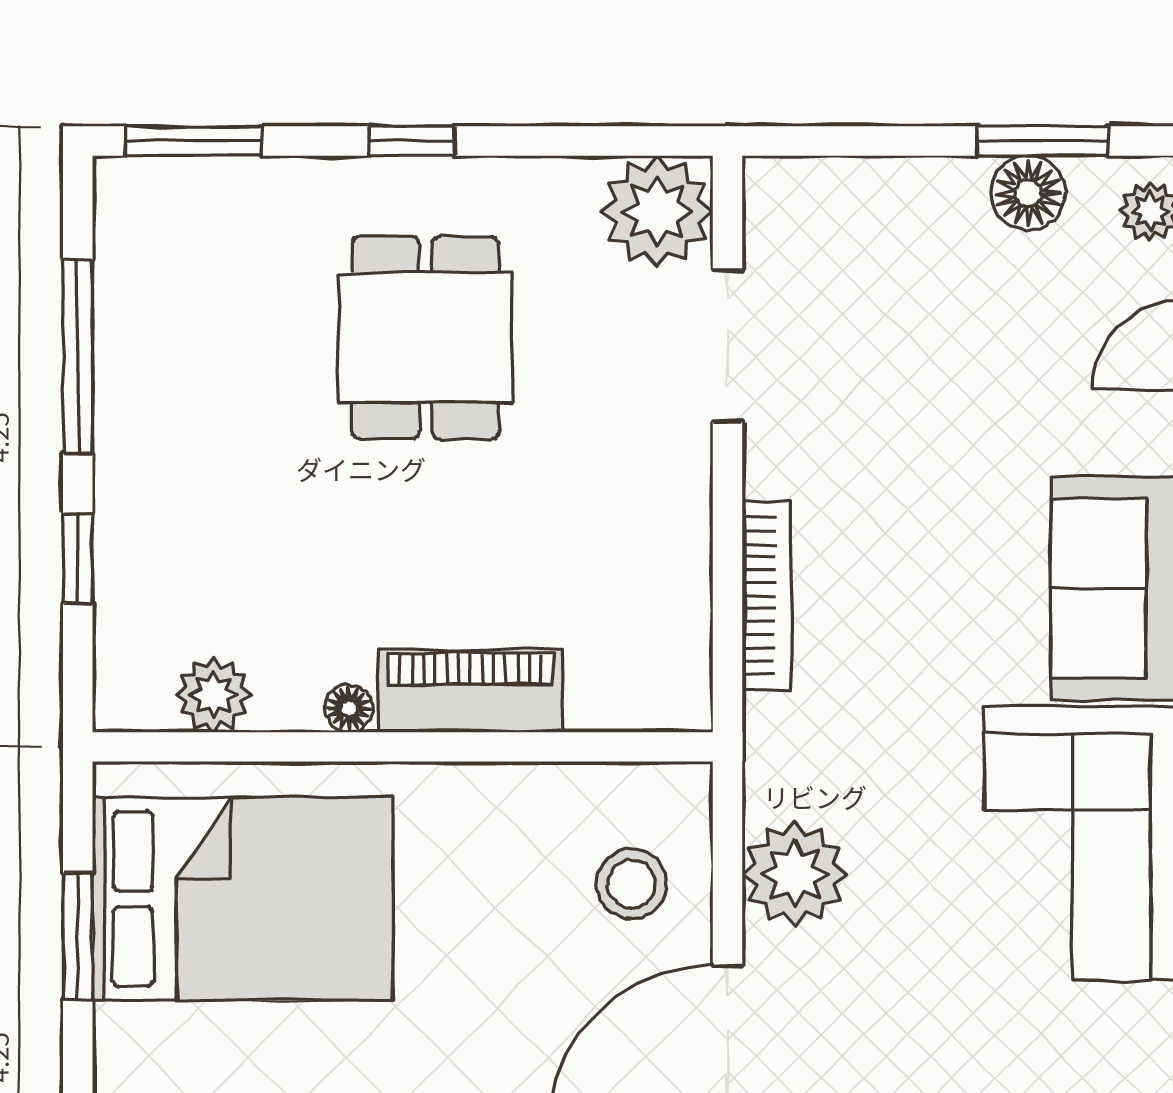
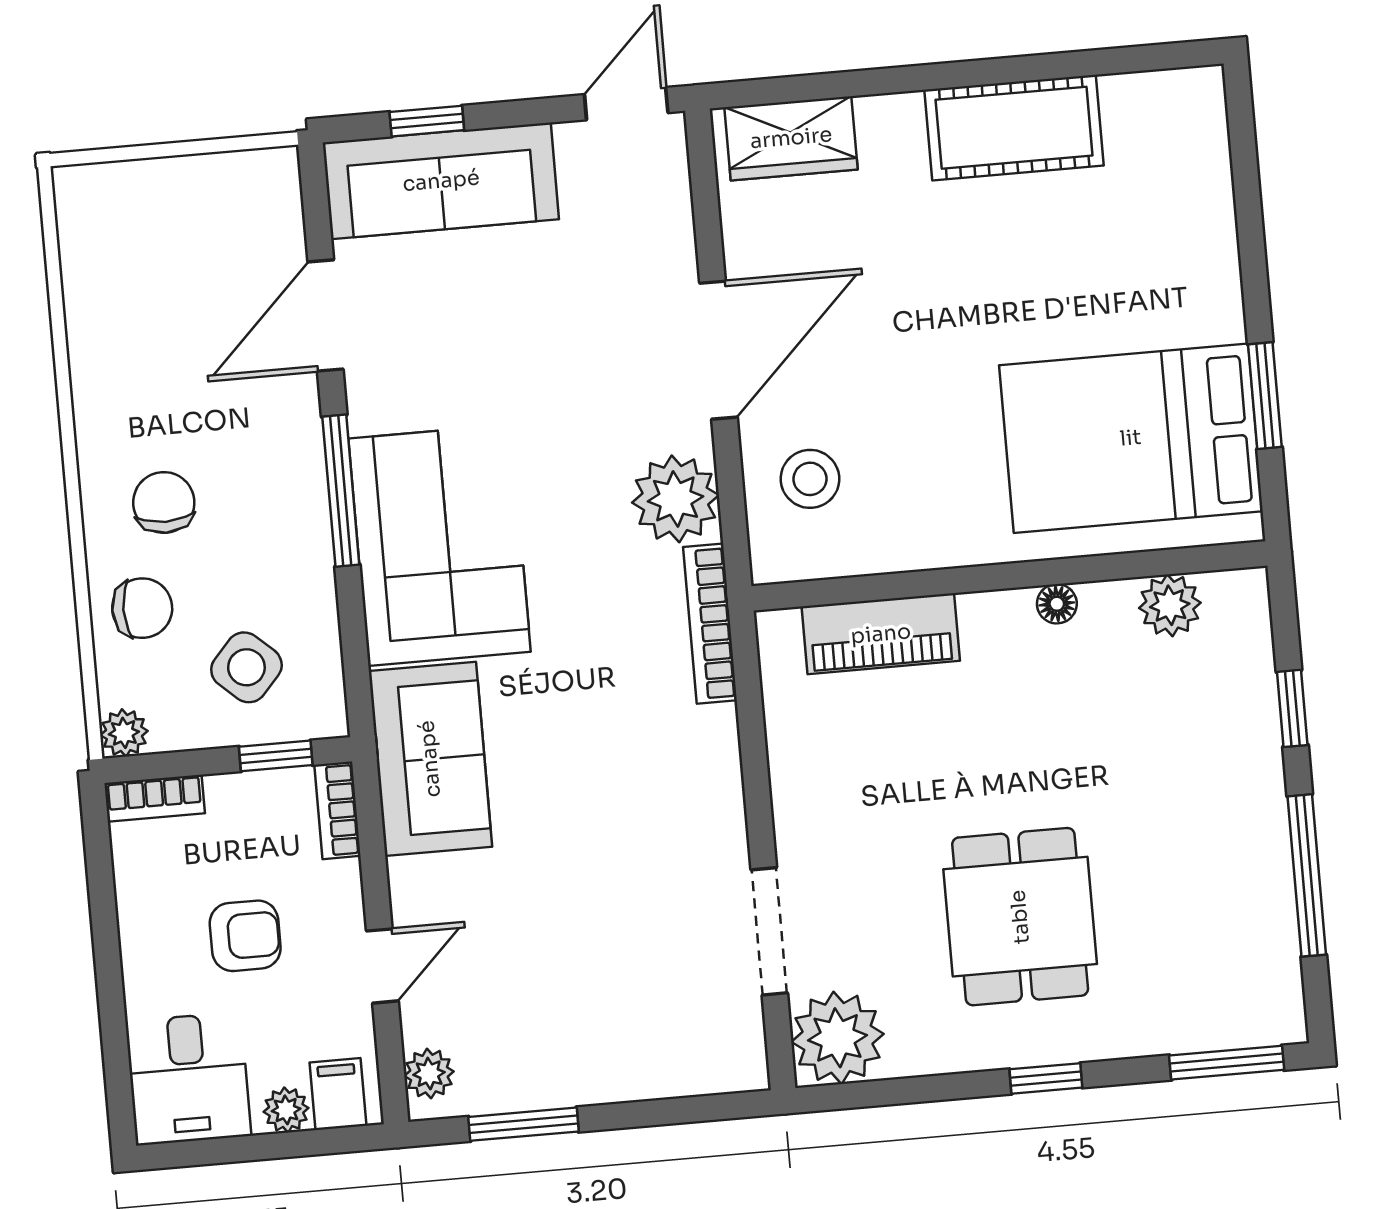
floor lamp: (1028, 193) -> (531, 1080), removed
bookcase: (766, 596) -> (710, 624), moved
piano: (470, 691) -> (881, 634), moved

